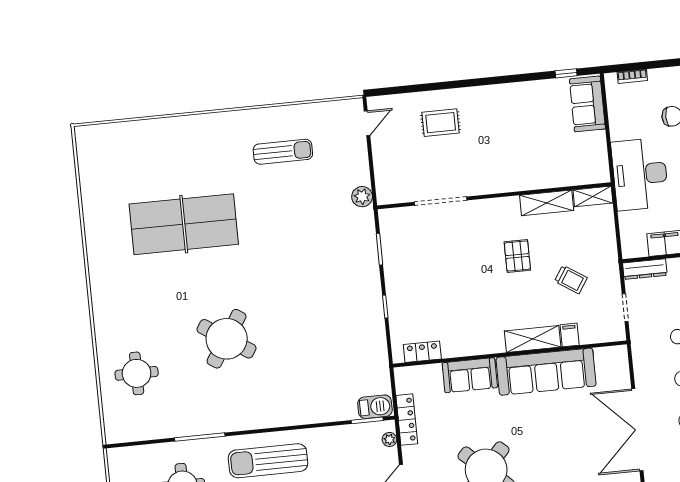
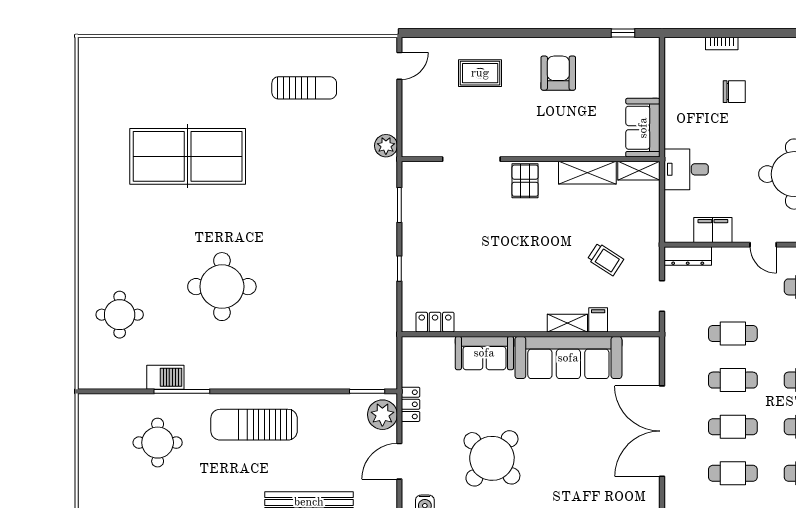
bookcase: (632, 76) -> (722, 43), moved
sofa: (587, 104) -> (643, 128), moved
armchair: (511, 115) -> (558, 73), added
desk: (640, 174) -> (686, 169), width x0.53, depth x0.77
pallet: (517, 256) -> (525, 181), moved
round table: (227, 339) -> (222, 287), turned -33
shelving: (533, 339) -> (567, 323), width x0.67, depth x0.75
barbecue: (375, 407) -> (165, 377), moved
locker: (407, 420) -> (411, 404), width x0.66
plant: (389, 439) -> (382, 415), width x1.88, depth x1.88

